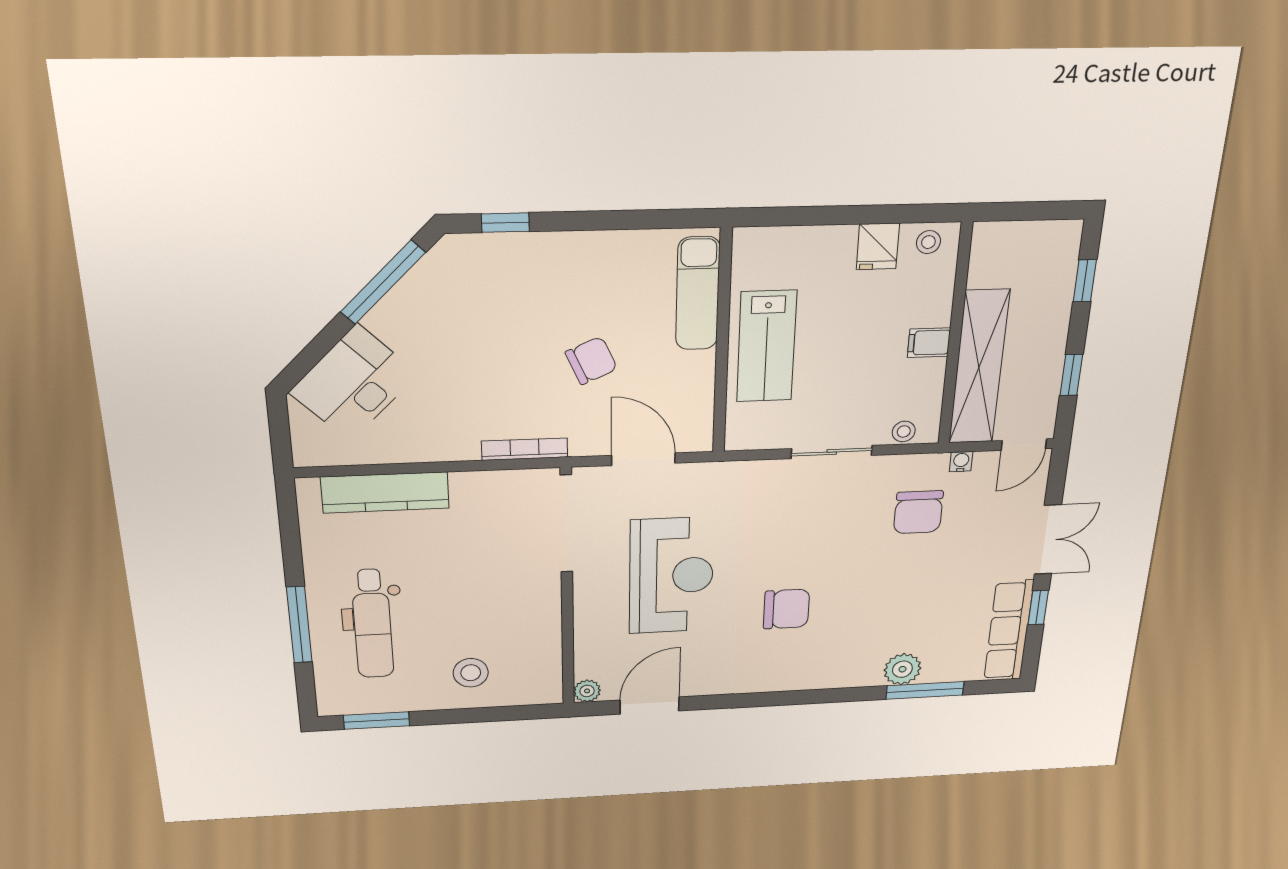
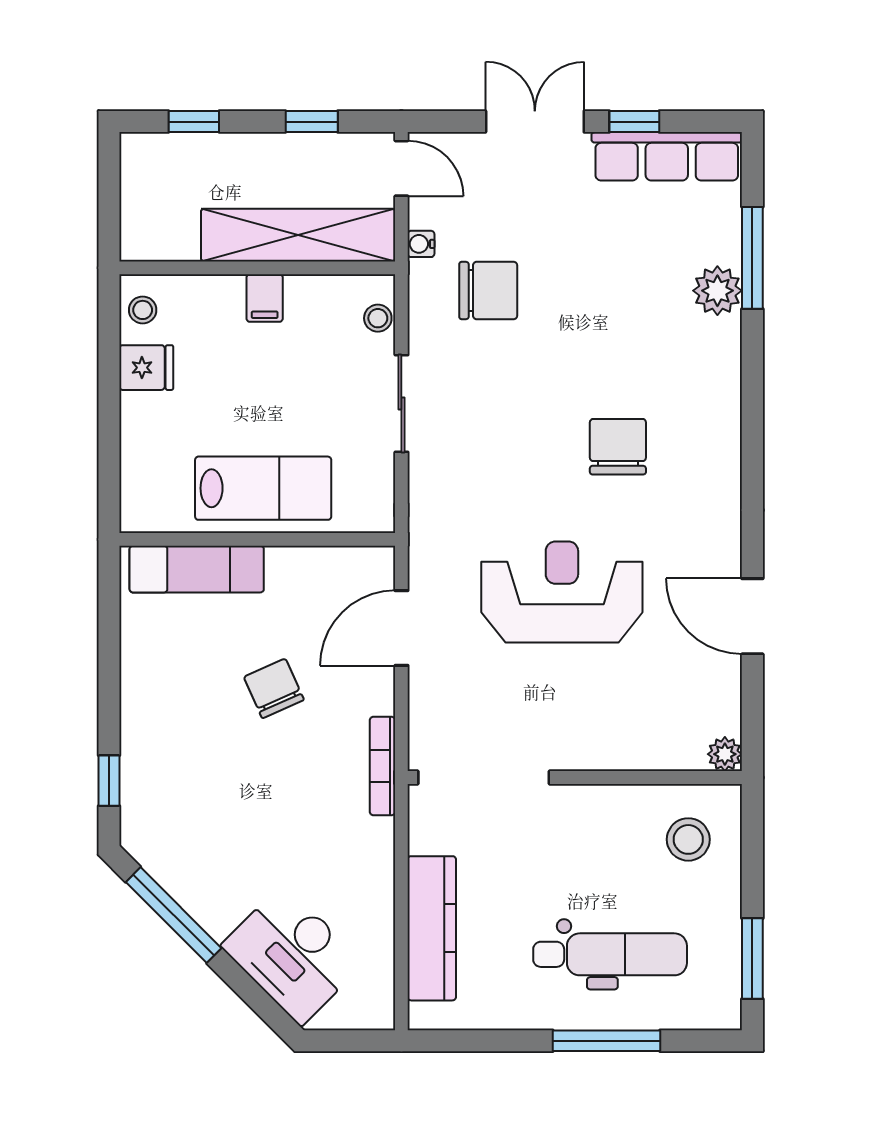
doorway: (566, 524) -> (484, 778), moved
wall: (567, 590) -> (575, 778), moved
plant: (587, 691) -> (725, 754), moved

